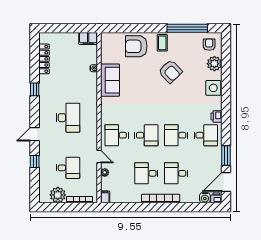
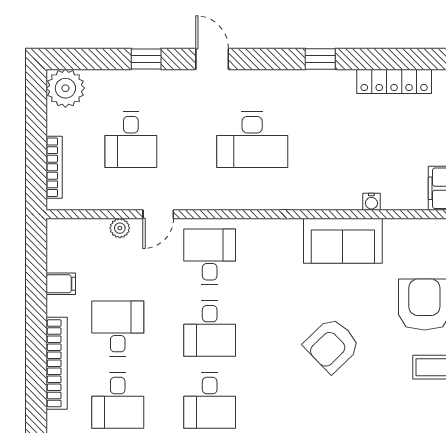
armchair: (170, 71) -> (332, 345), moved
desk: (176, 135) -> (210, 401), turned 180
desk: (176, 173) -> (118, 401), turned 180
plant: (58, 195) -> (65, 88), moved
filing cabinet: (105, 197) -> (61, 284), moved

